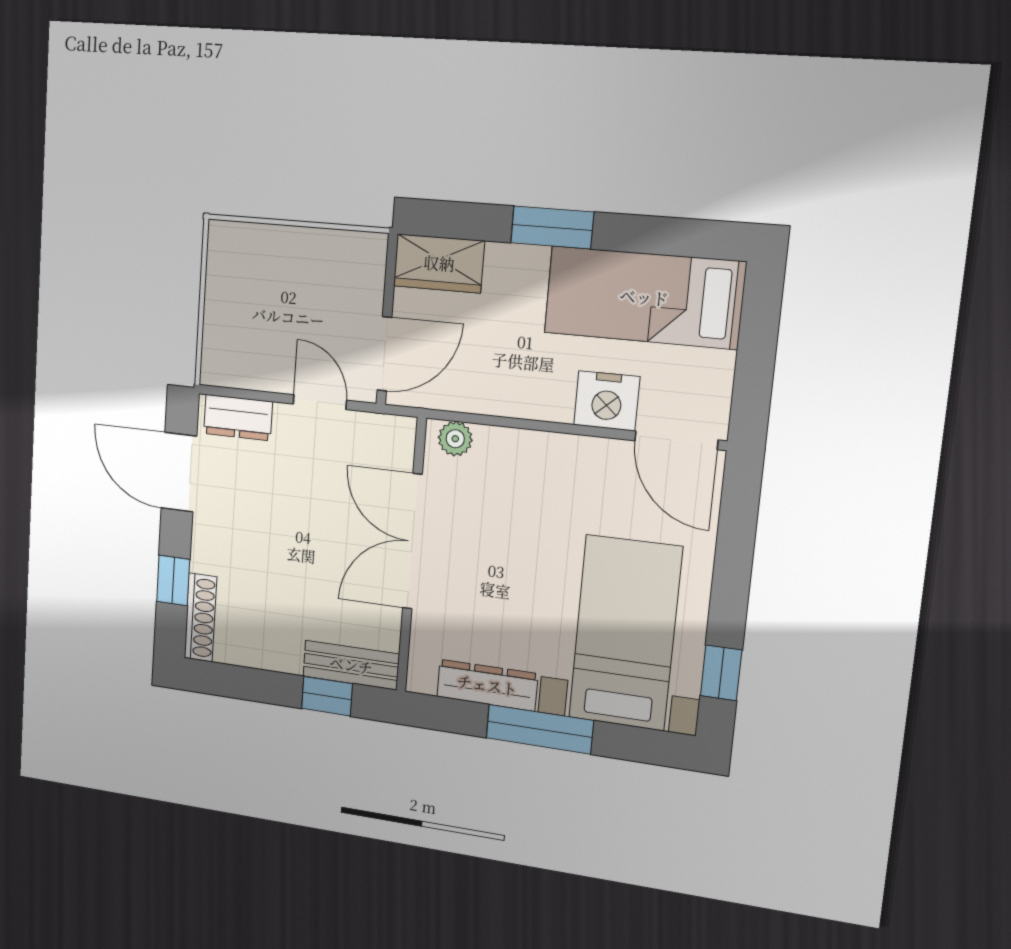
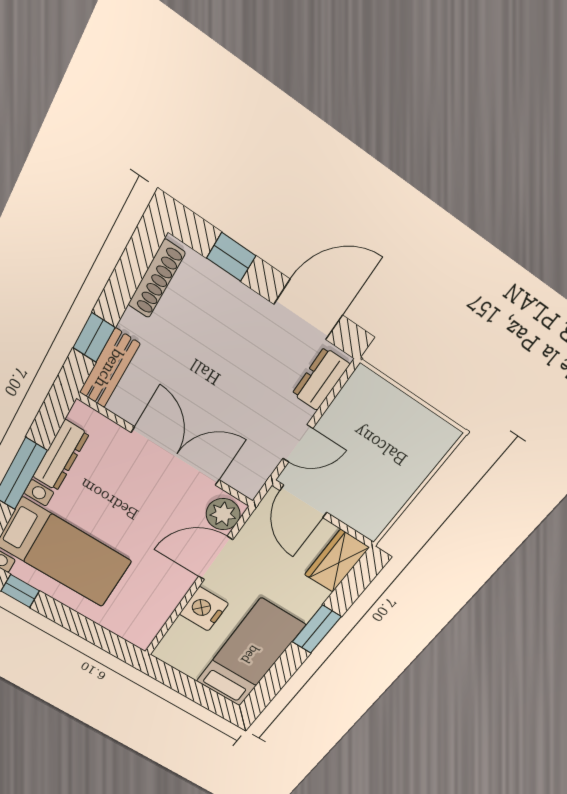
plant: (455, 439) -> (223, 514), width x1.38, depth x1.38
door: (676, 440) -> (216, 558), moved
shoe rack: (201, 618) -> (156, 279), moved, turned -90

